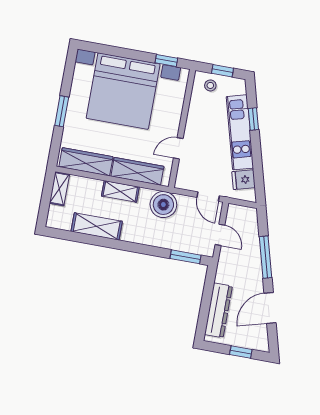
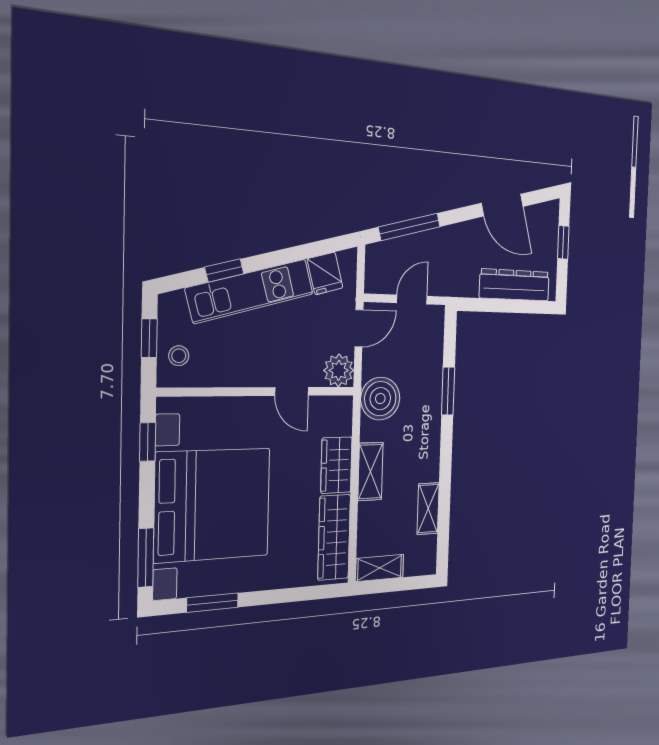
window: (103, 49) -> (146, 558), added
window: (62, 111) -> (213, 603), moved
wardrobe: (137, 171) -> (336, 465), width x0.67
plant: (185, 180) -> (339, 370), added
shelving: (97, 226) -> (428, 509), width x0.67, depth x0.75
window: (185, 257) -> (448, 391), moved
window: (266, 257) -> (409, 227), moved

